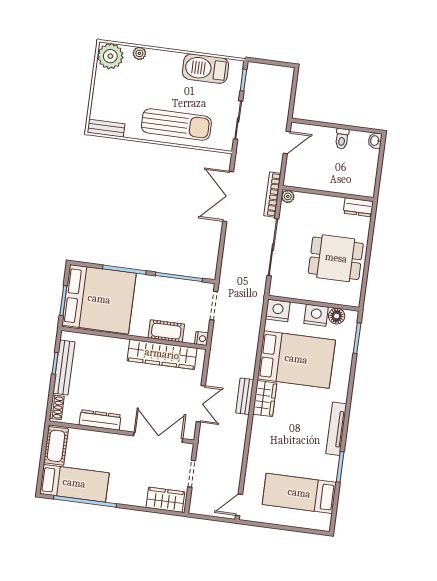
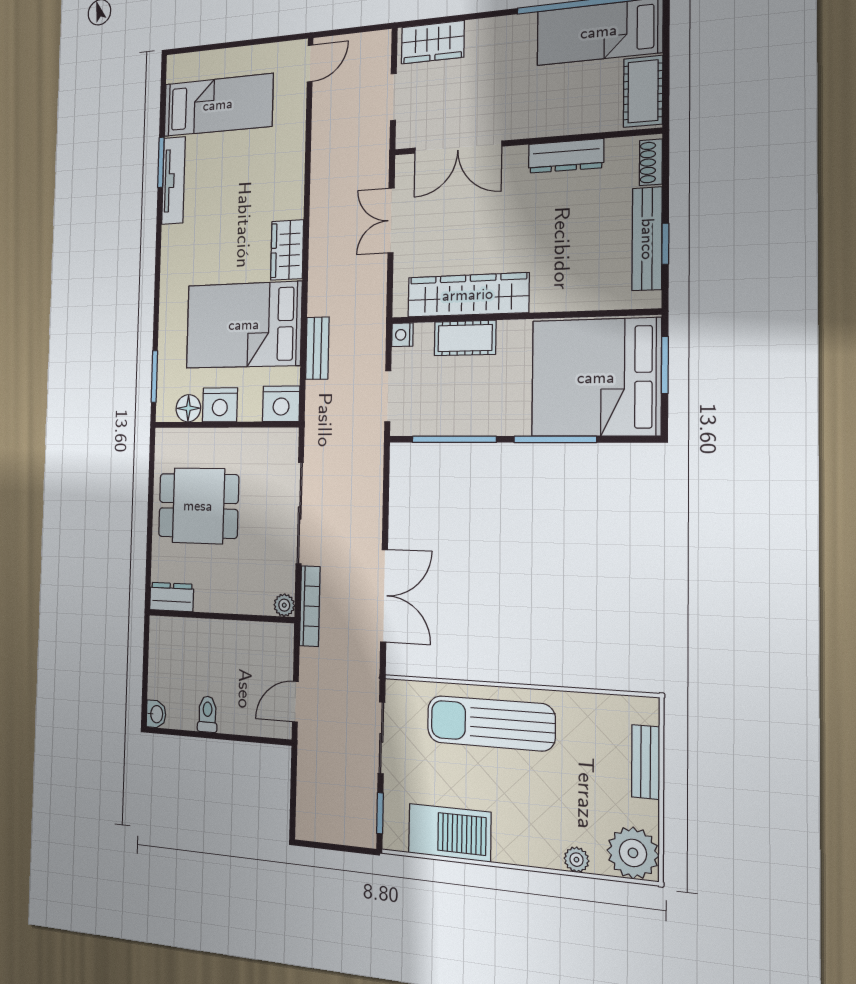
bench: (106, 128) -> (646, 762), moved, turned 90
bench: (245, 396) -> (317, 348), moved
tv unit: (336, 429) -> (173, 180), moved

